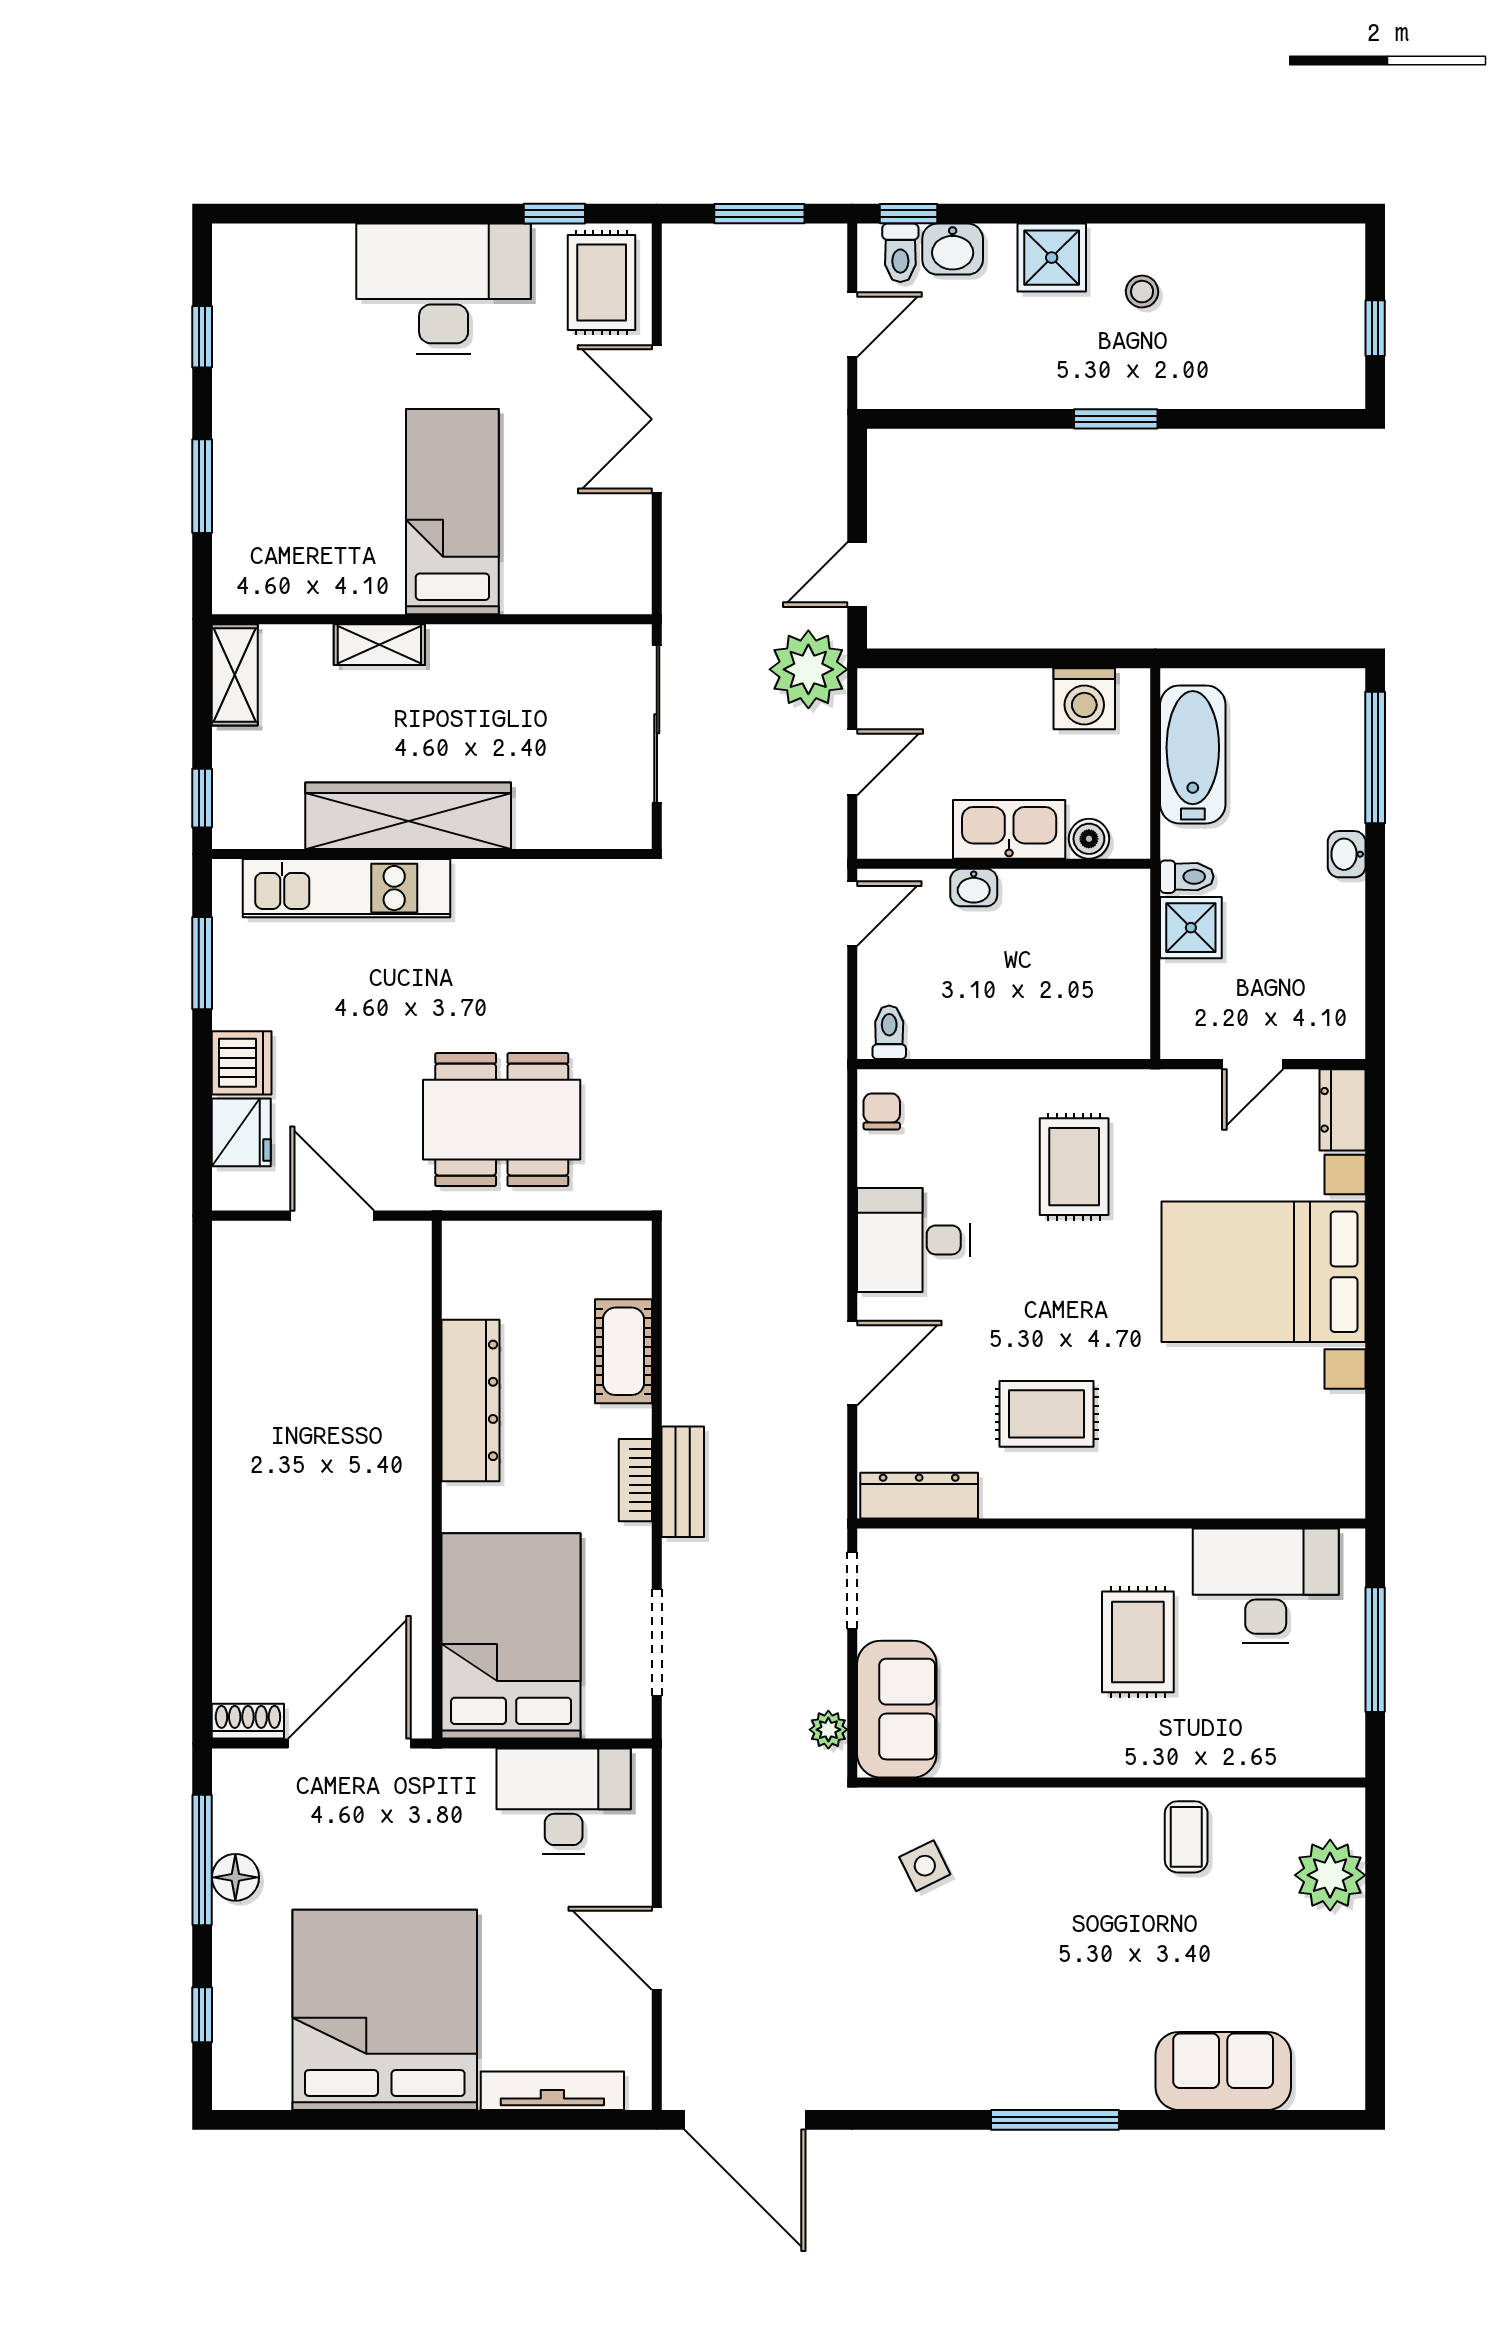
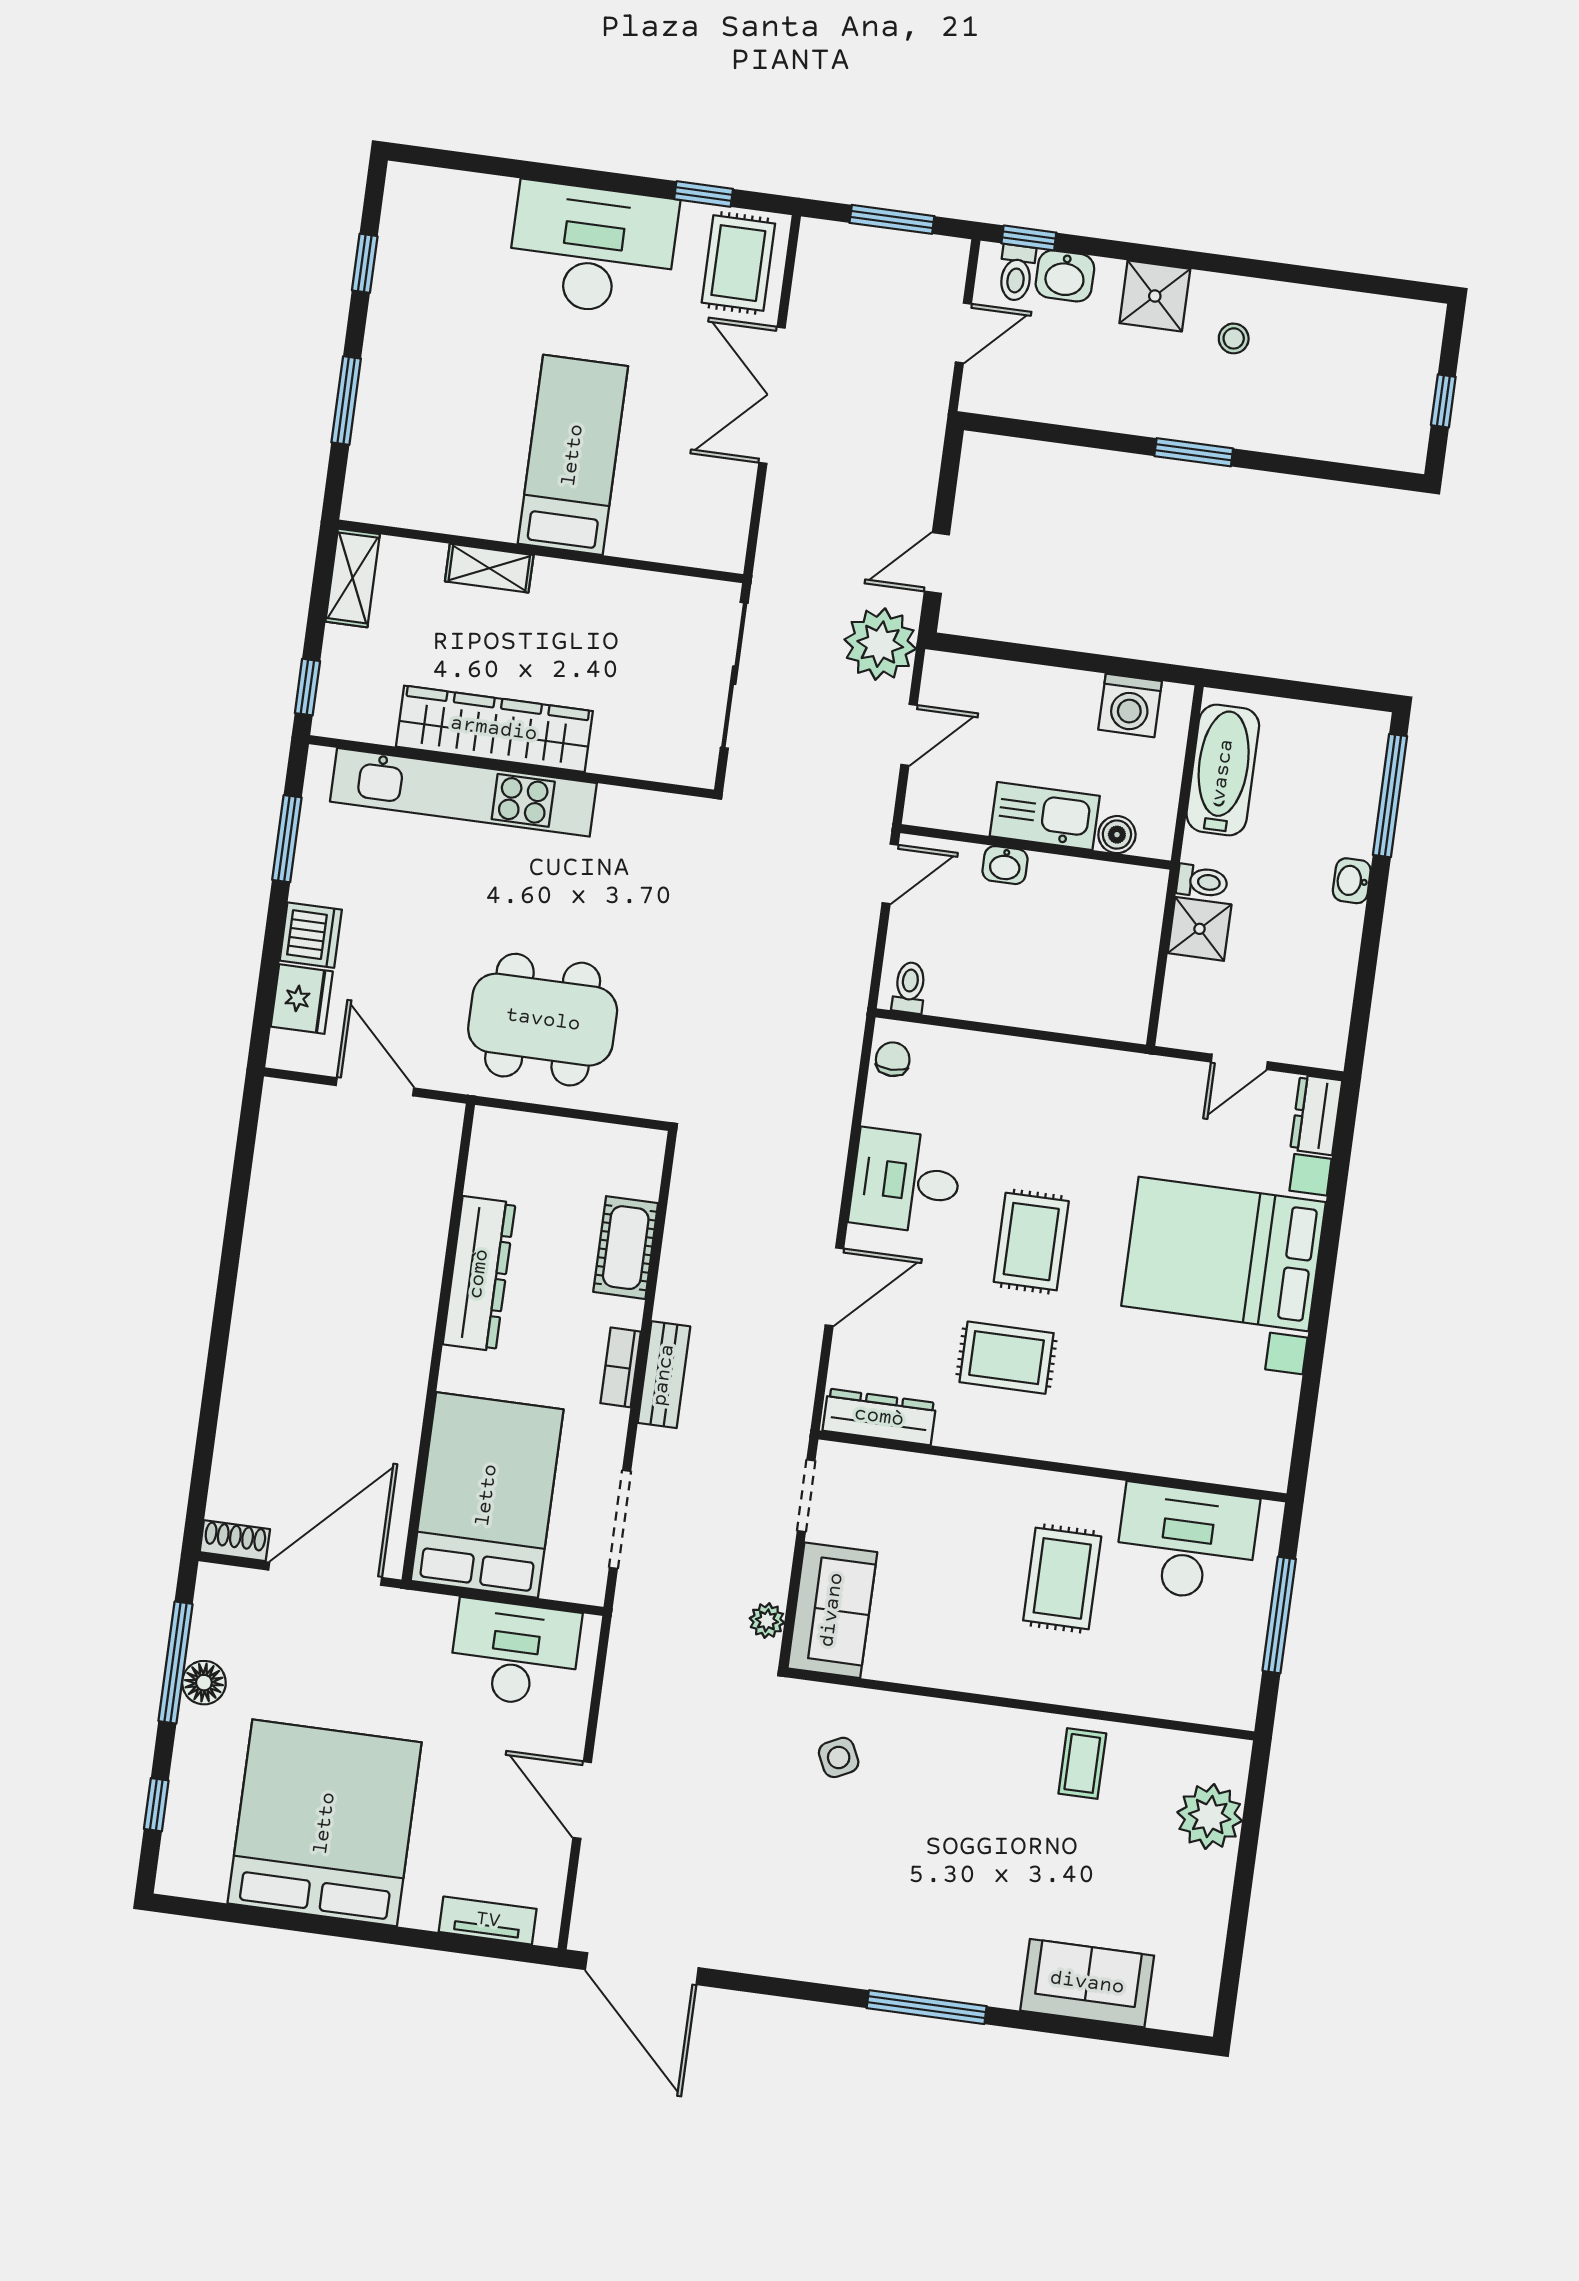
kitchen unit: (347, 888) -> (463, 792), width x1.36
rug: (1074, 1167) -> (1031, 1242), moved
tv unit: (552, 2091) -> (488, 1920), width x0.71

